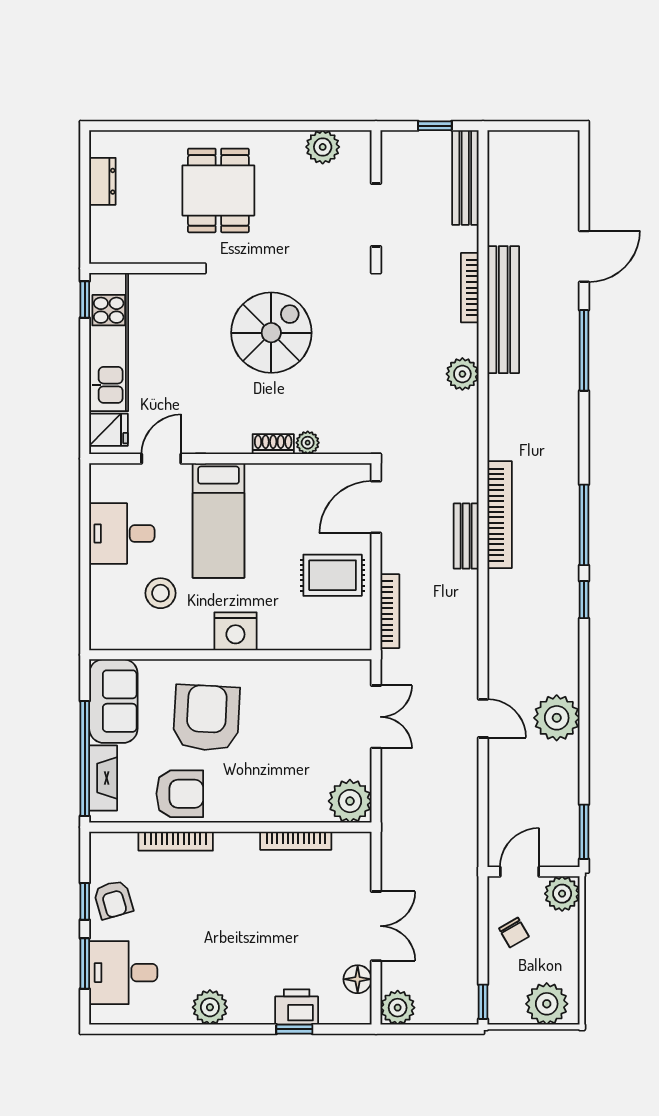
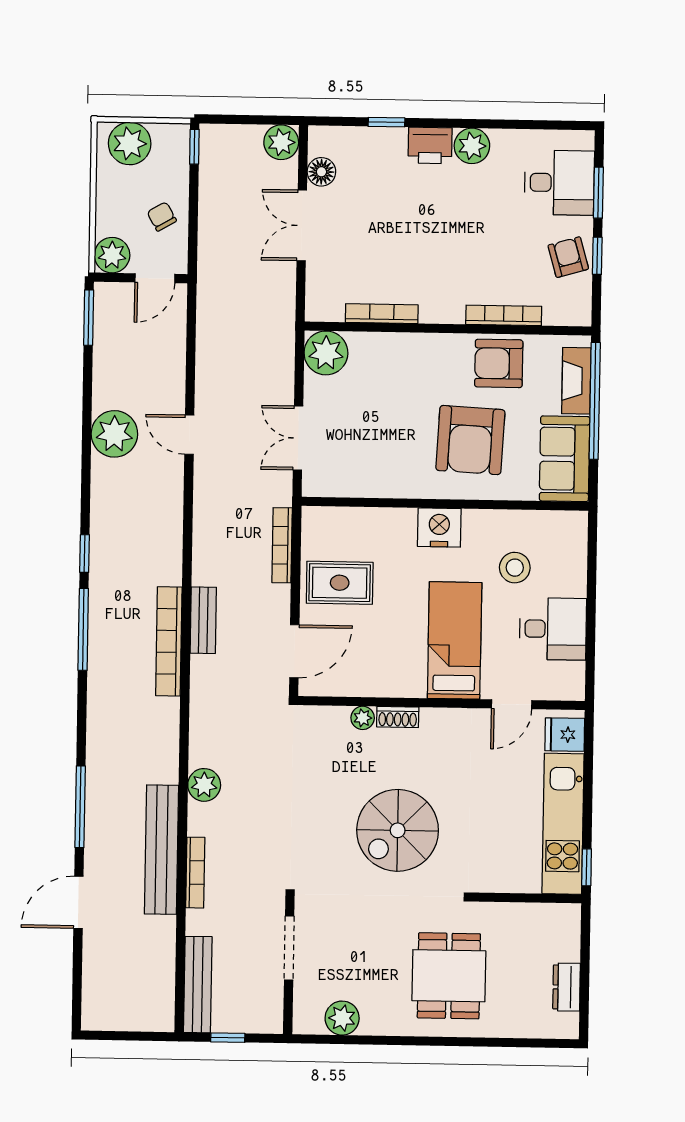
printer: (297, 1007) -> (430, 145), moved

